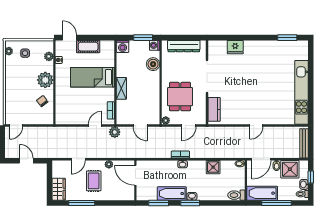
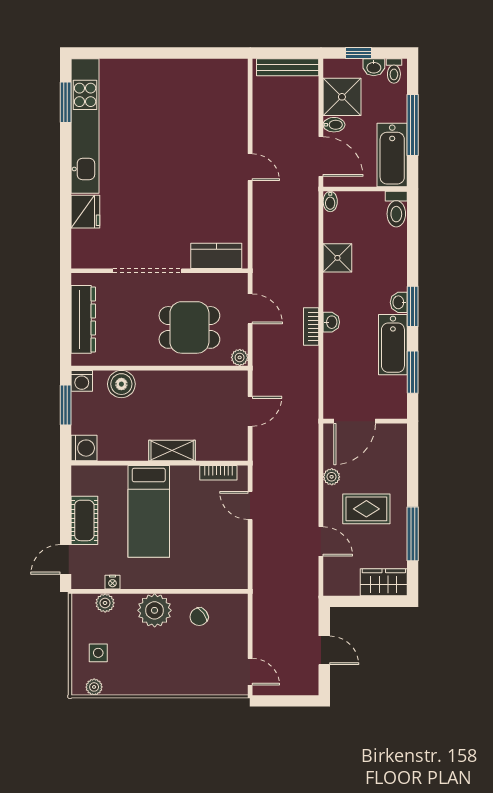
kitchen unit: (301, 92) -> (85, 126), moved, turned -90
plant: (115, 132) -> (264, 465), removed
door: (26, 161) -> (324, 650), swing flipped

